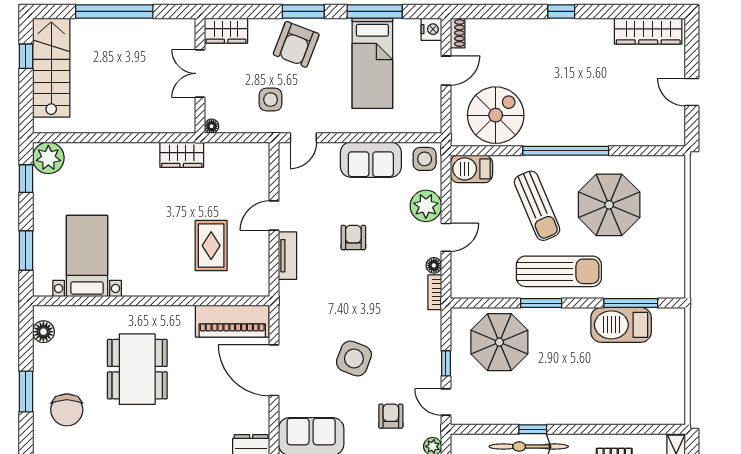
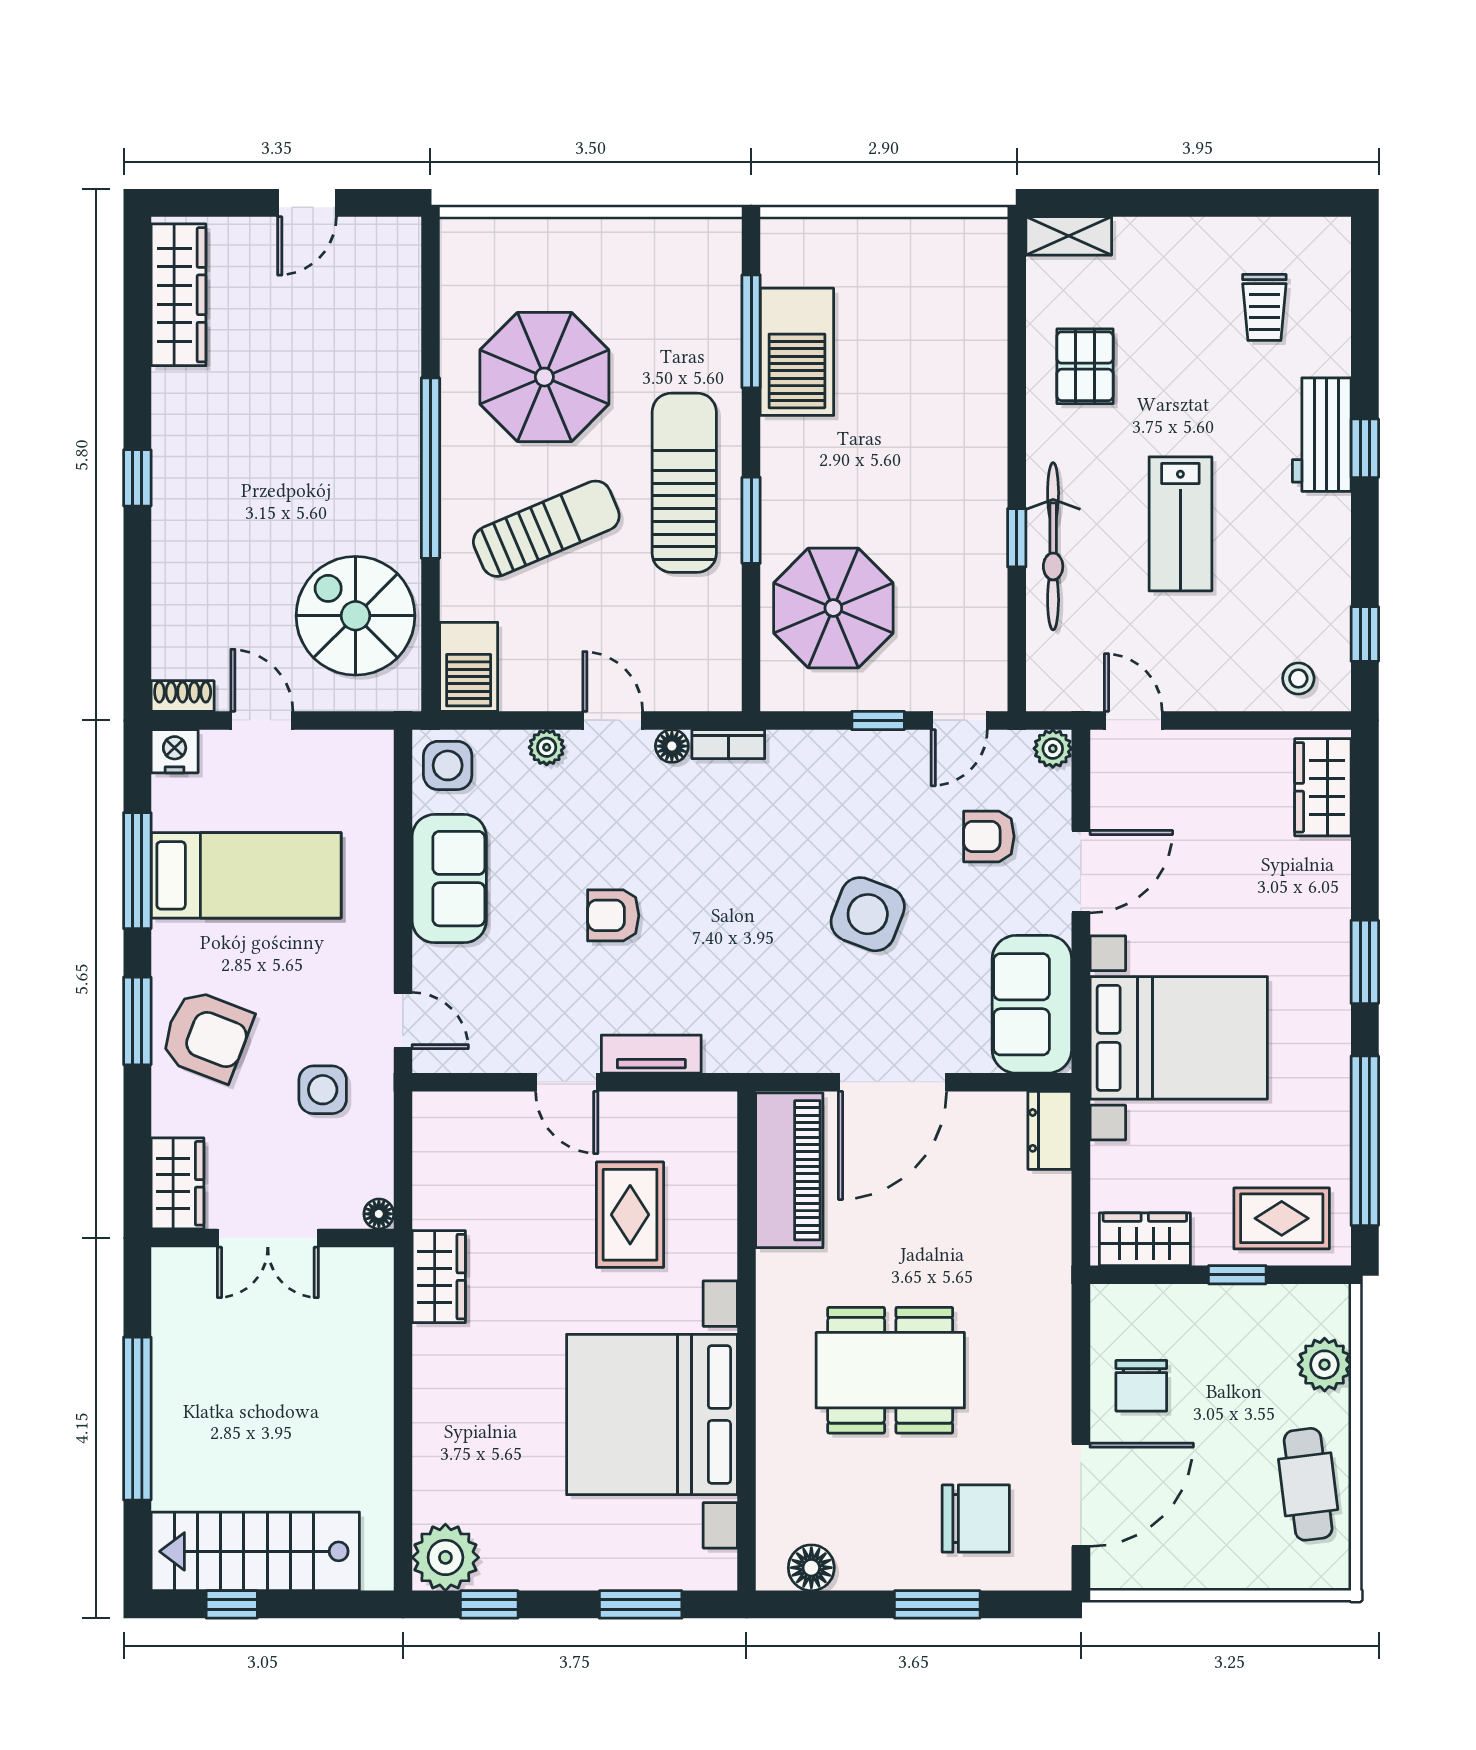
plant: (426, 206) -> (547, 747), width x0.53, depth x0.53
rug: (211, 246) -> (630, 1215), turned 90
bed with nightstands: (87, 256) -> (652, 1414), width x1.85

